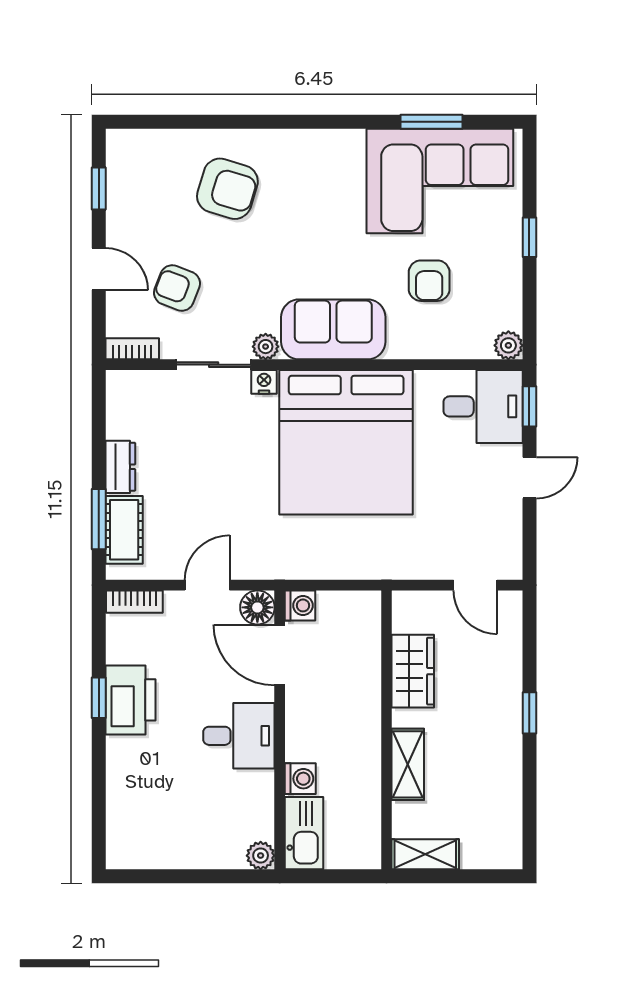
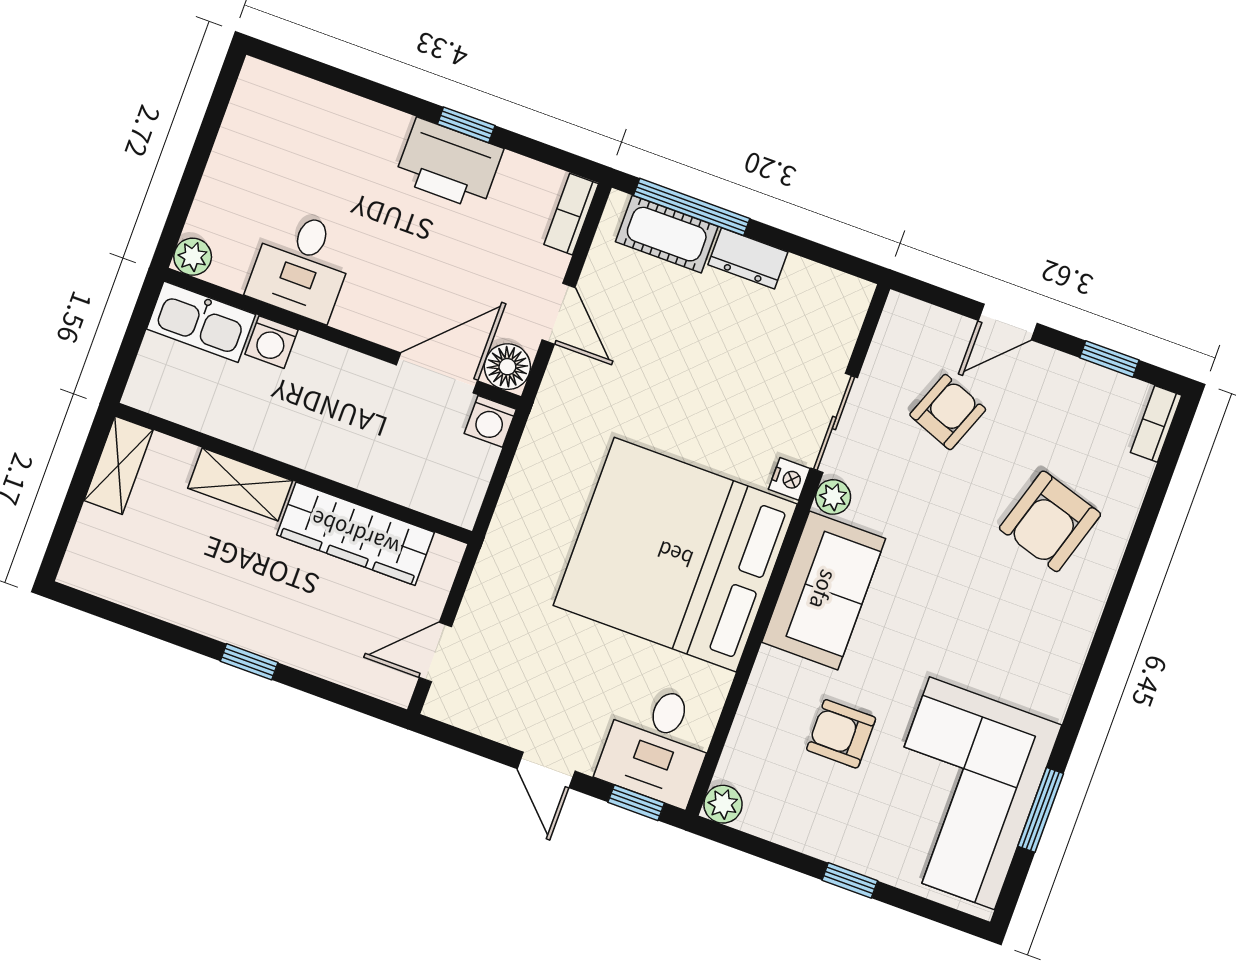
bookcase: (132, 349) -> (1156, 424), moved, turned 180
window: (99, 519) -> (692, 207), width x1.44
wardrobe: (413, 671) -> (355, 534), width x1.50
desk: (239, 736) -> (302, 265), moved

